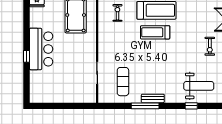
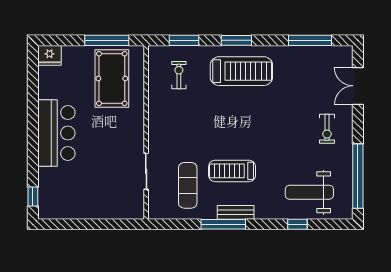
treadmill: (155, 32) -> (232, 171), moved
window: (26, 56) -> (33, 197), moved
weight bench: (199, 86) -> (309, 192), turned 180

